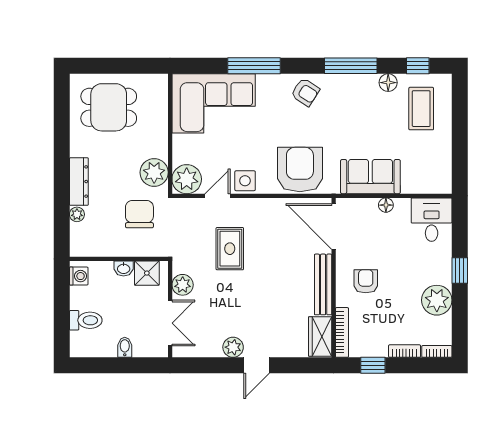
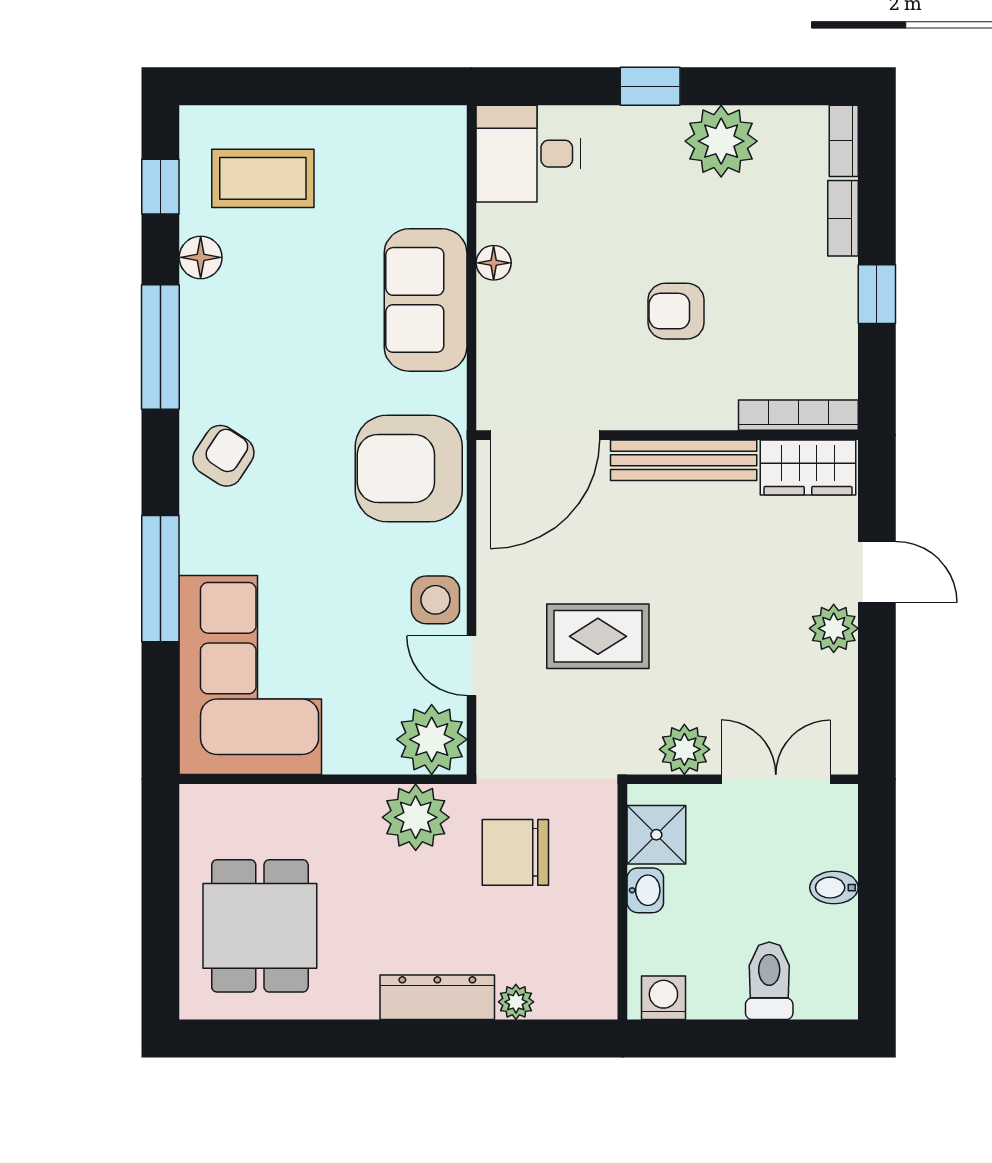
door: (334, 227) -> (545, 435), moved
wall: (334, 278) -> (667, 435), moved
bench: (323, 284) -> (684, 460), moved
bookcase: (342, 332) -> (798, 415), moved
wardrobe: (320, 336) -> (808, 467), moved

